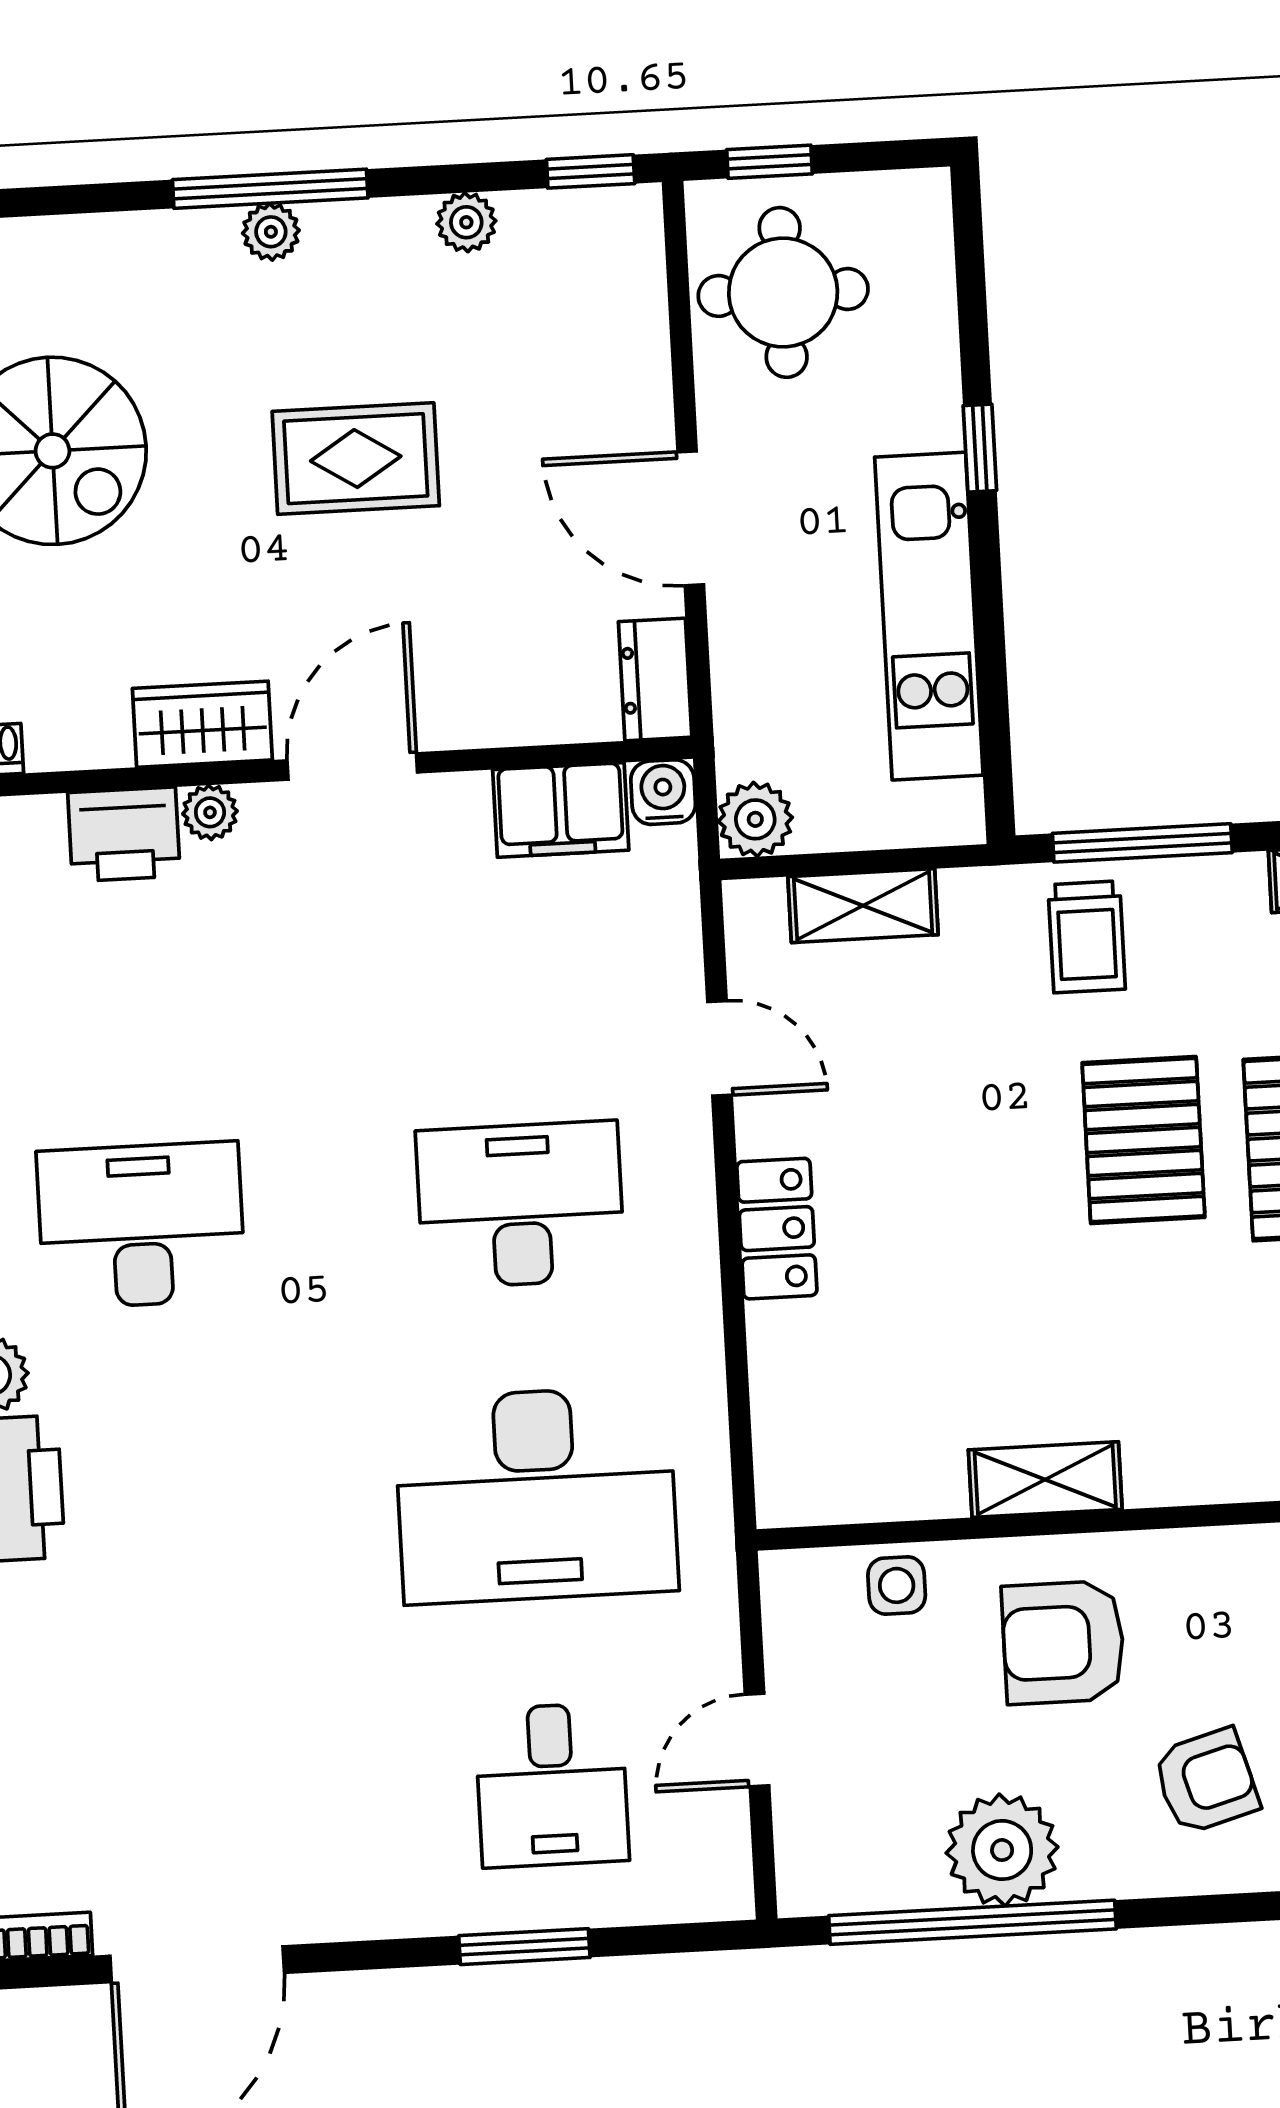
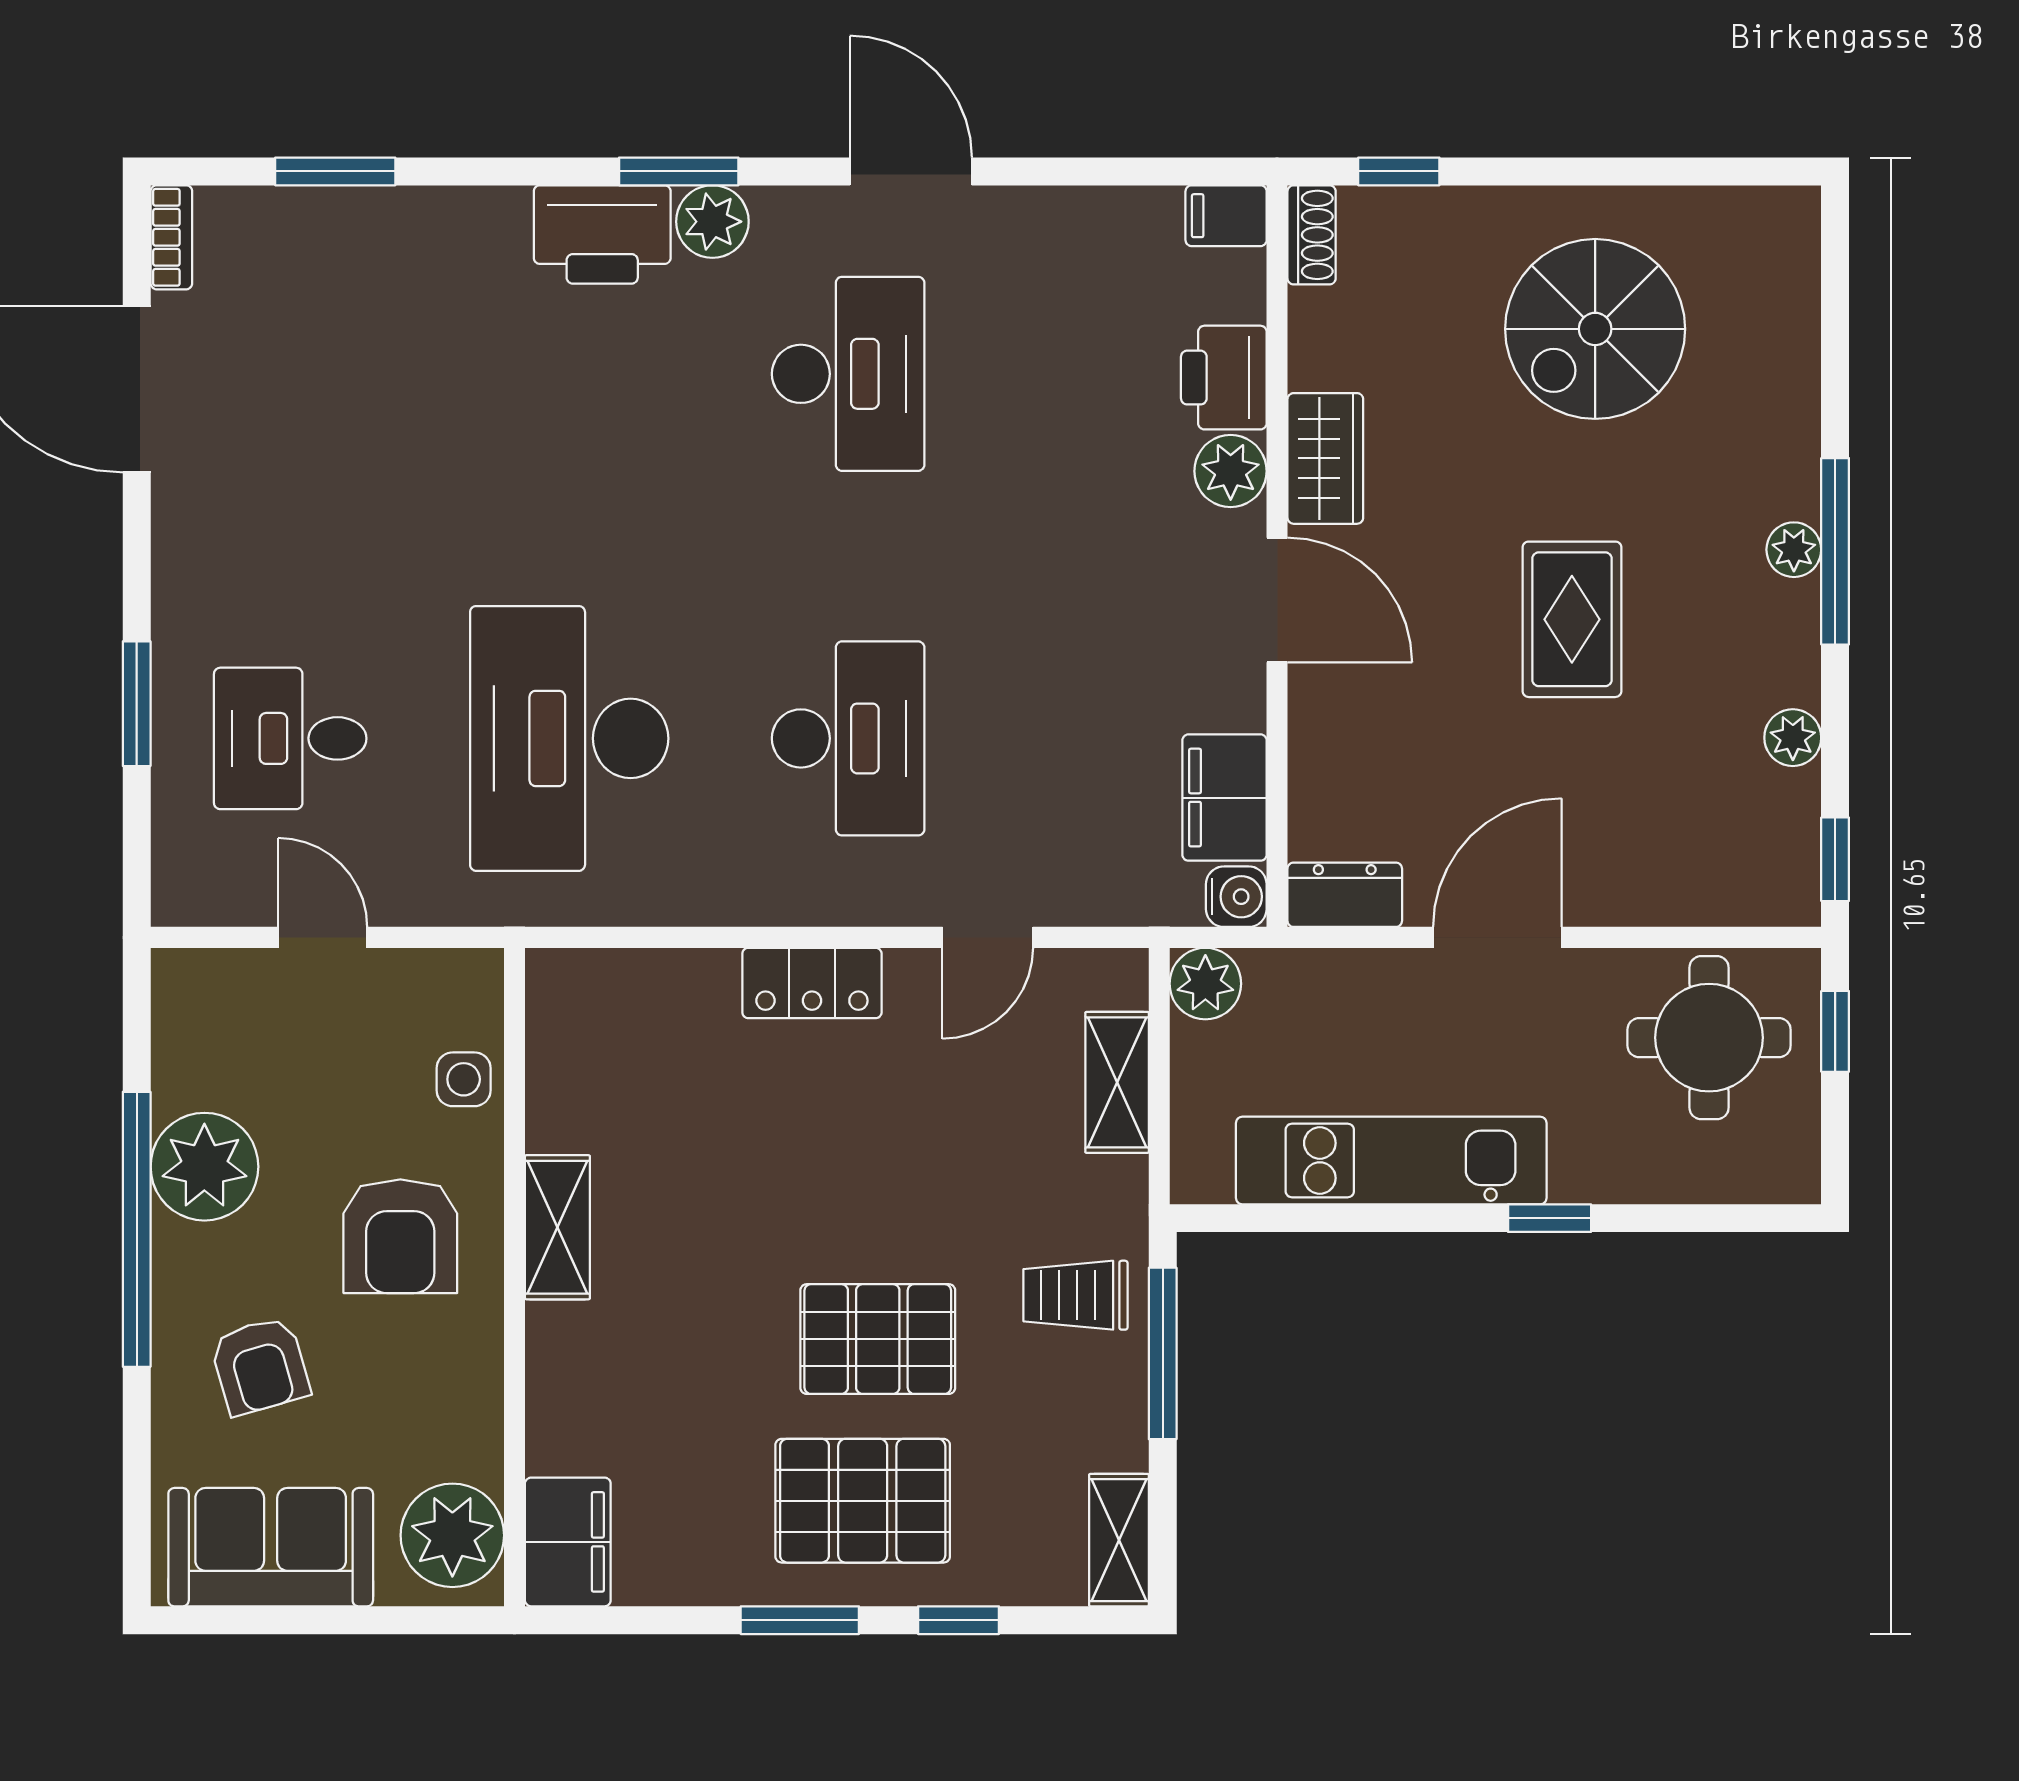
plant: (210, 812) -> (1231, 471), width x1.38, depth x1.38
armchair: (1063, 1642) -> (400, 1236), turned 180
window: (972, 1922) -> (137, 1229), moved

